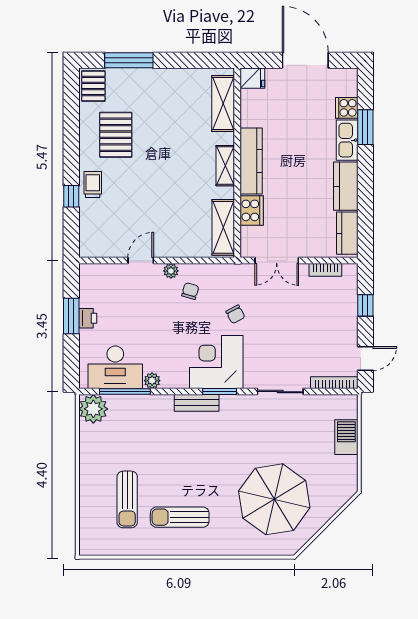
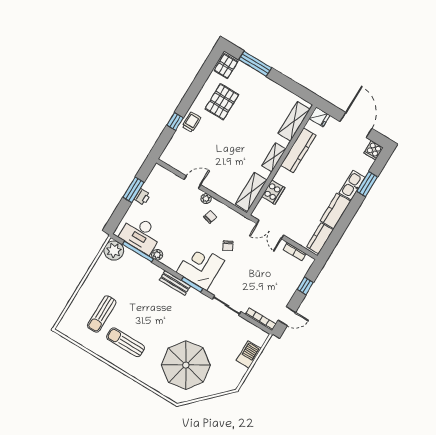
cooker: (347, 108) -> (373, 150), moved, turned -90
kitchen counter: (251, 161) -> (298, 150), moved

